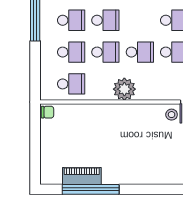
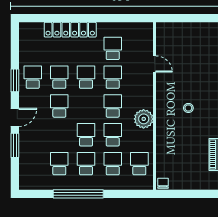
stool: (172, 115) -> (188, 108), moved

